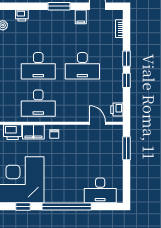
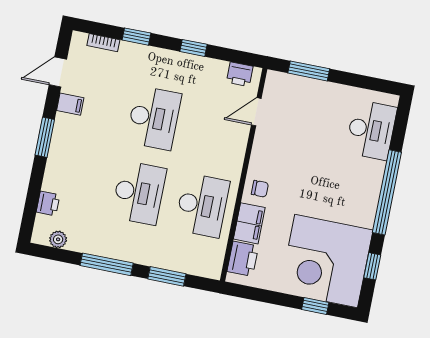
window: (127, 59) -> (136, 37), moved

